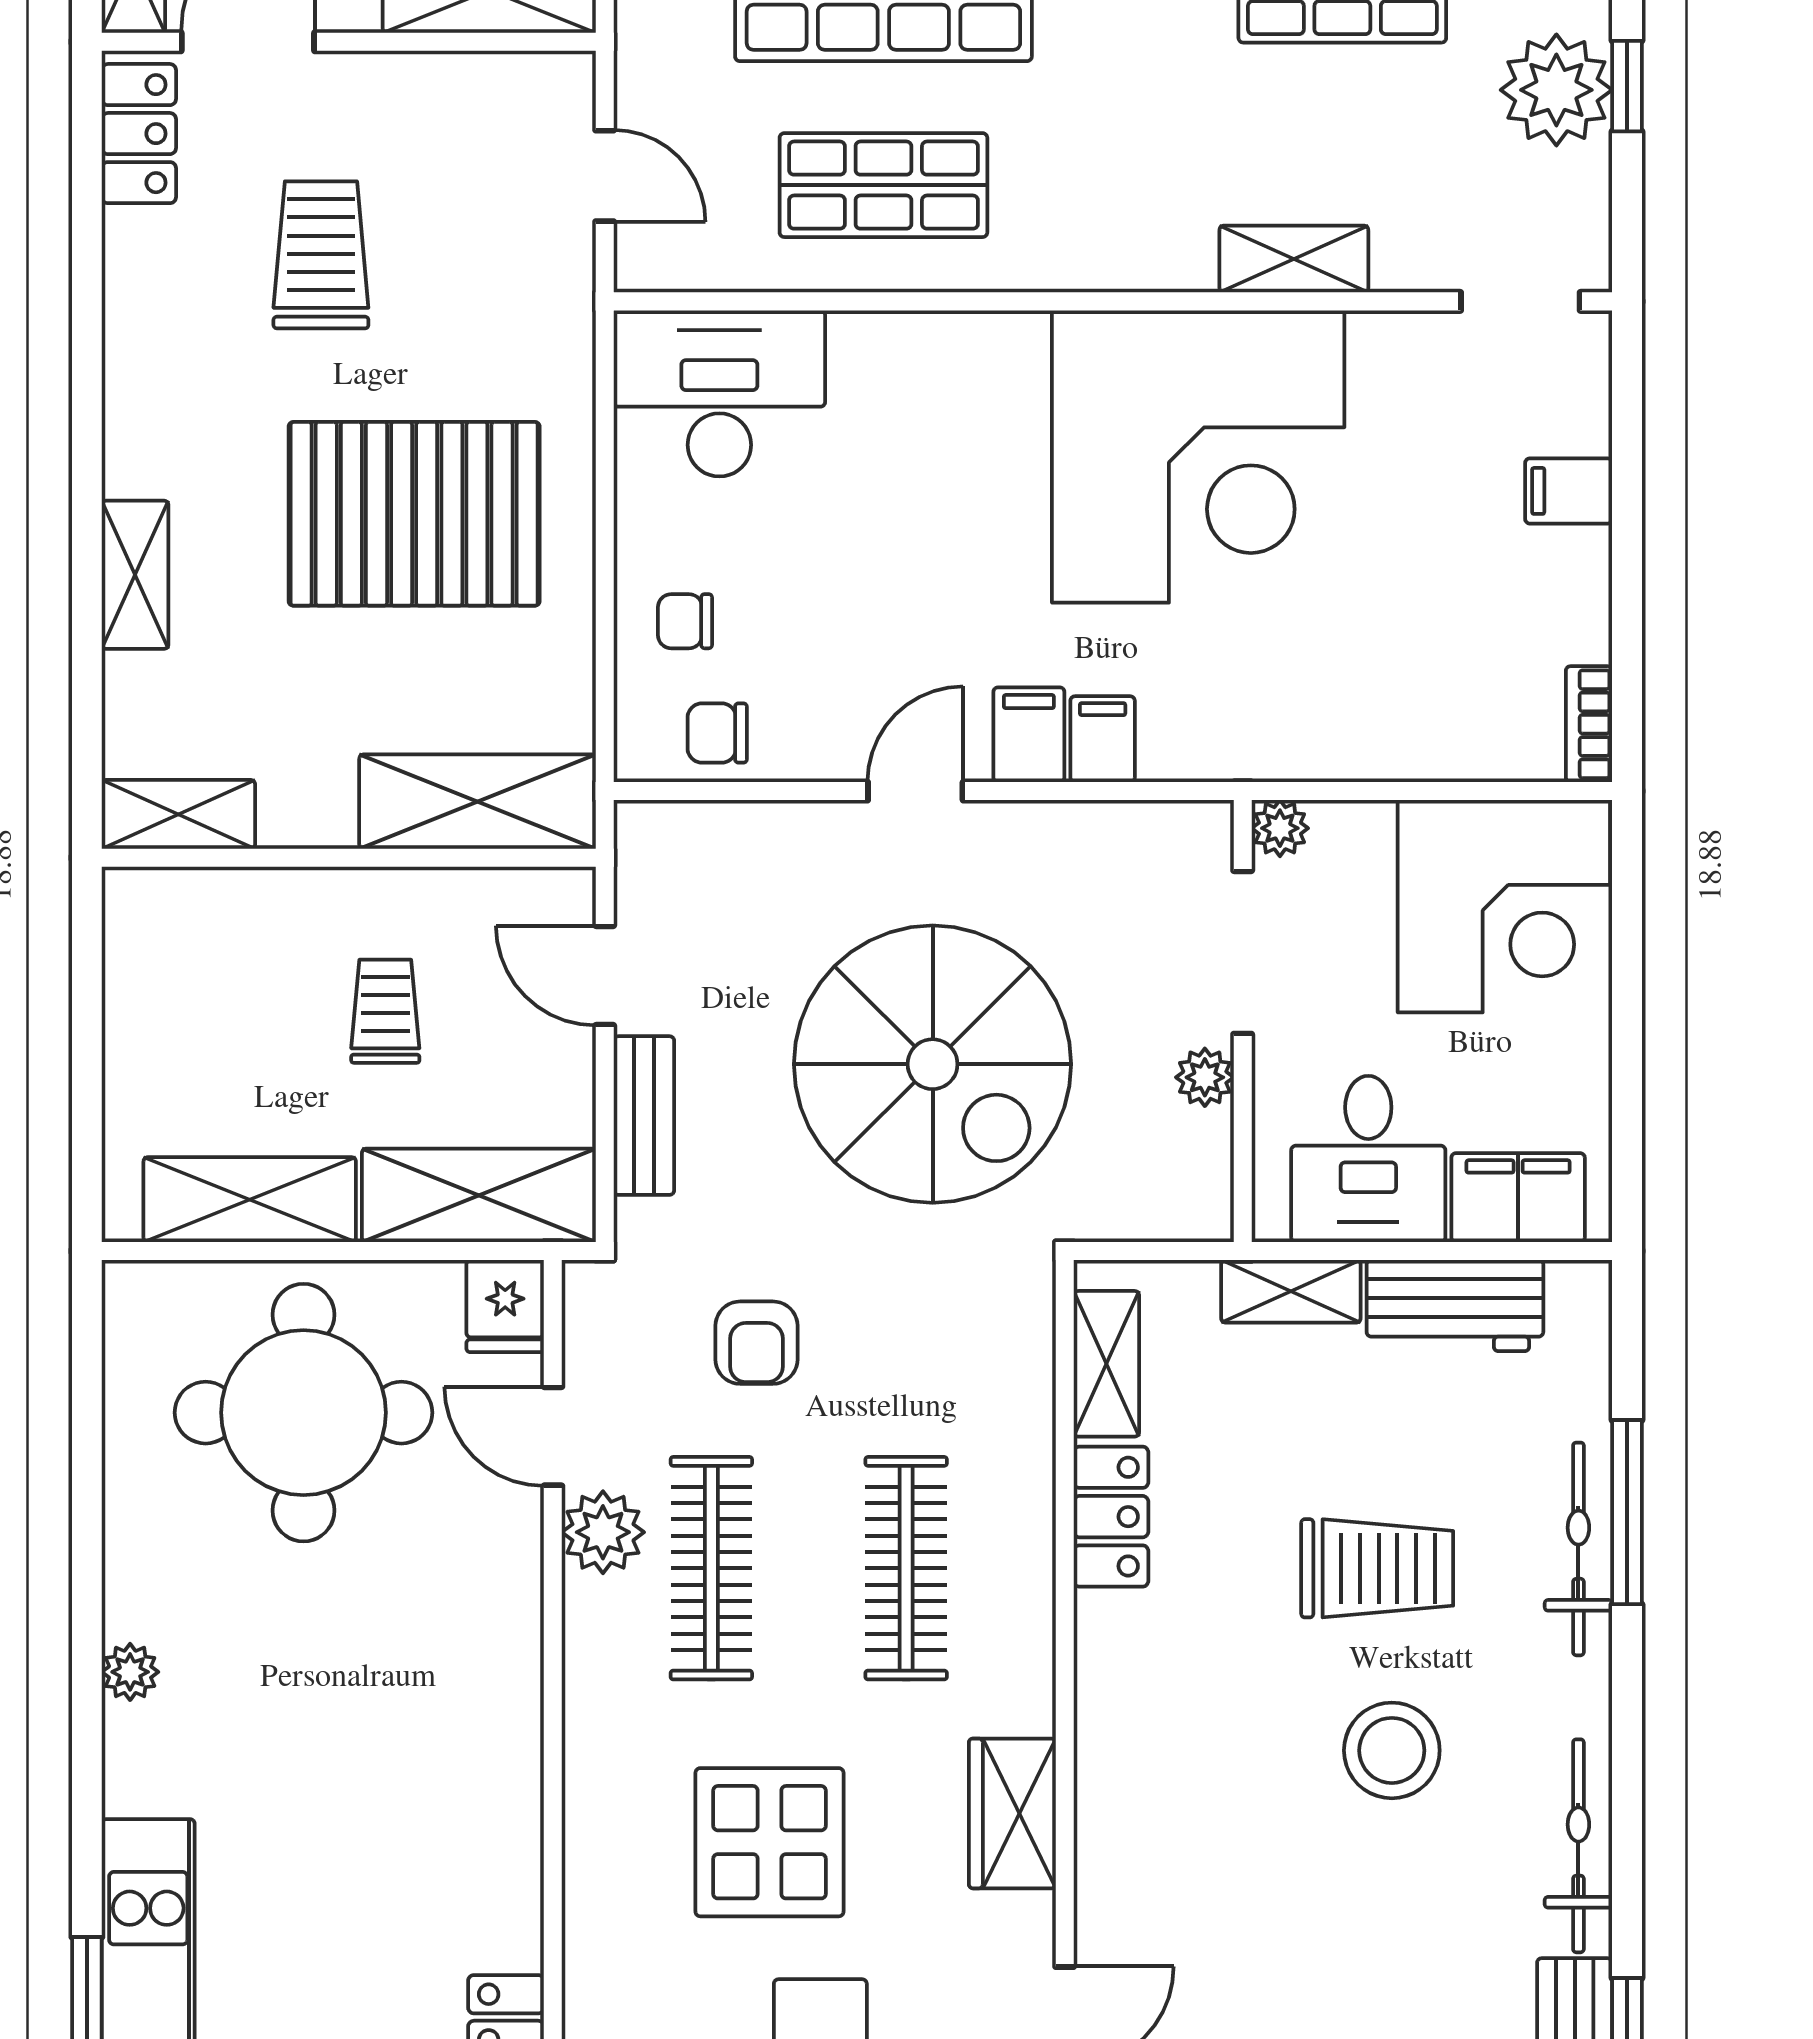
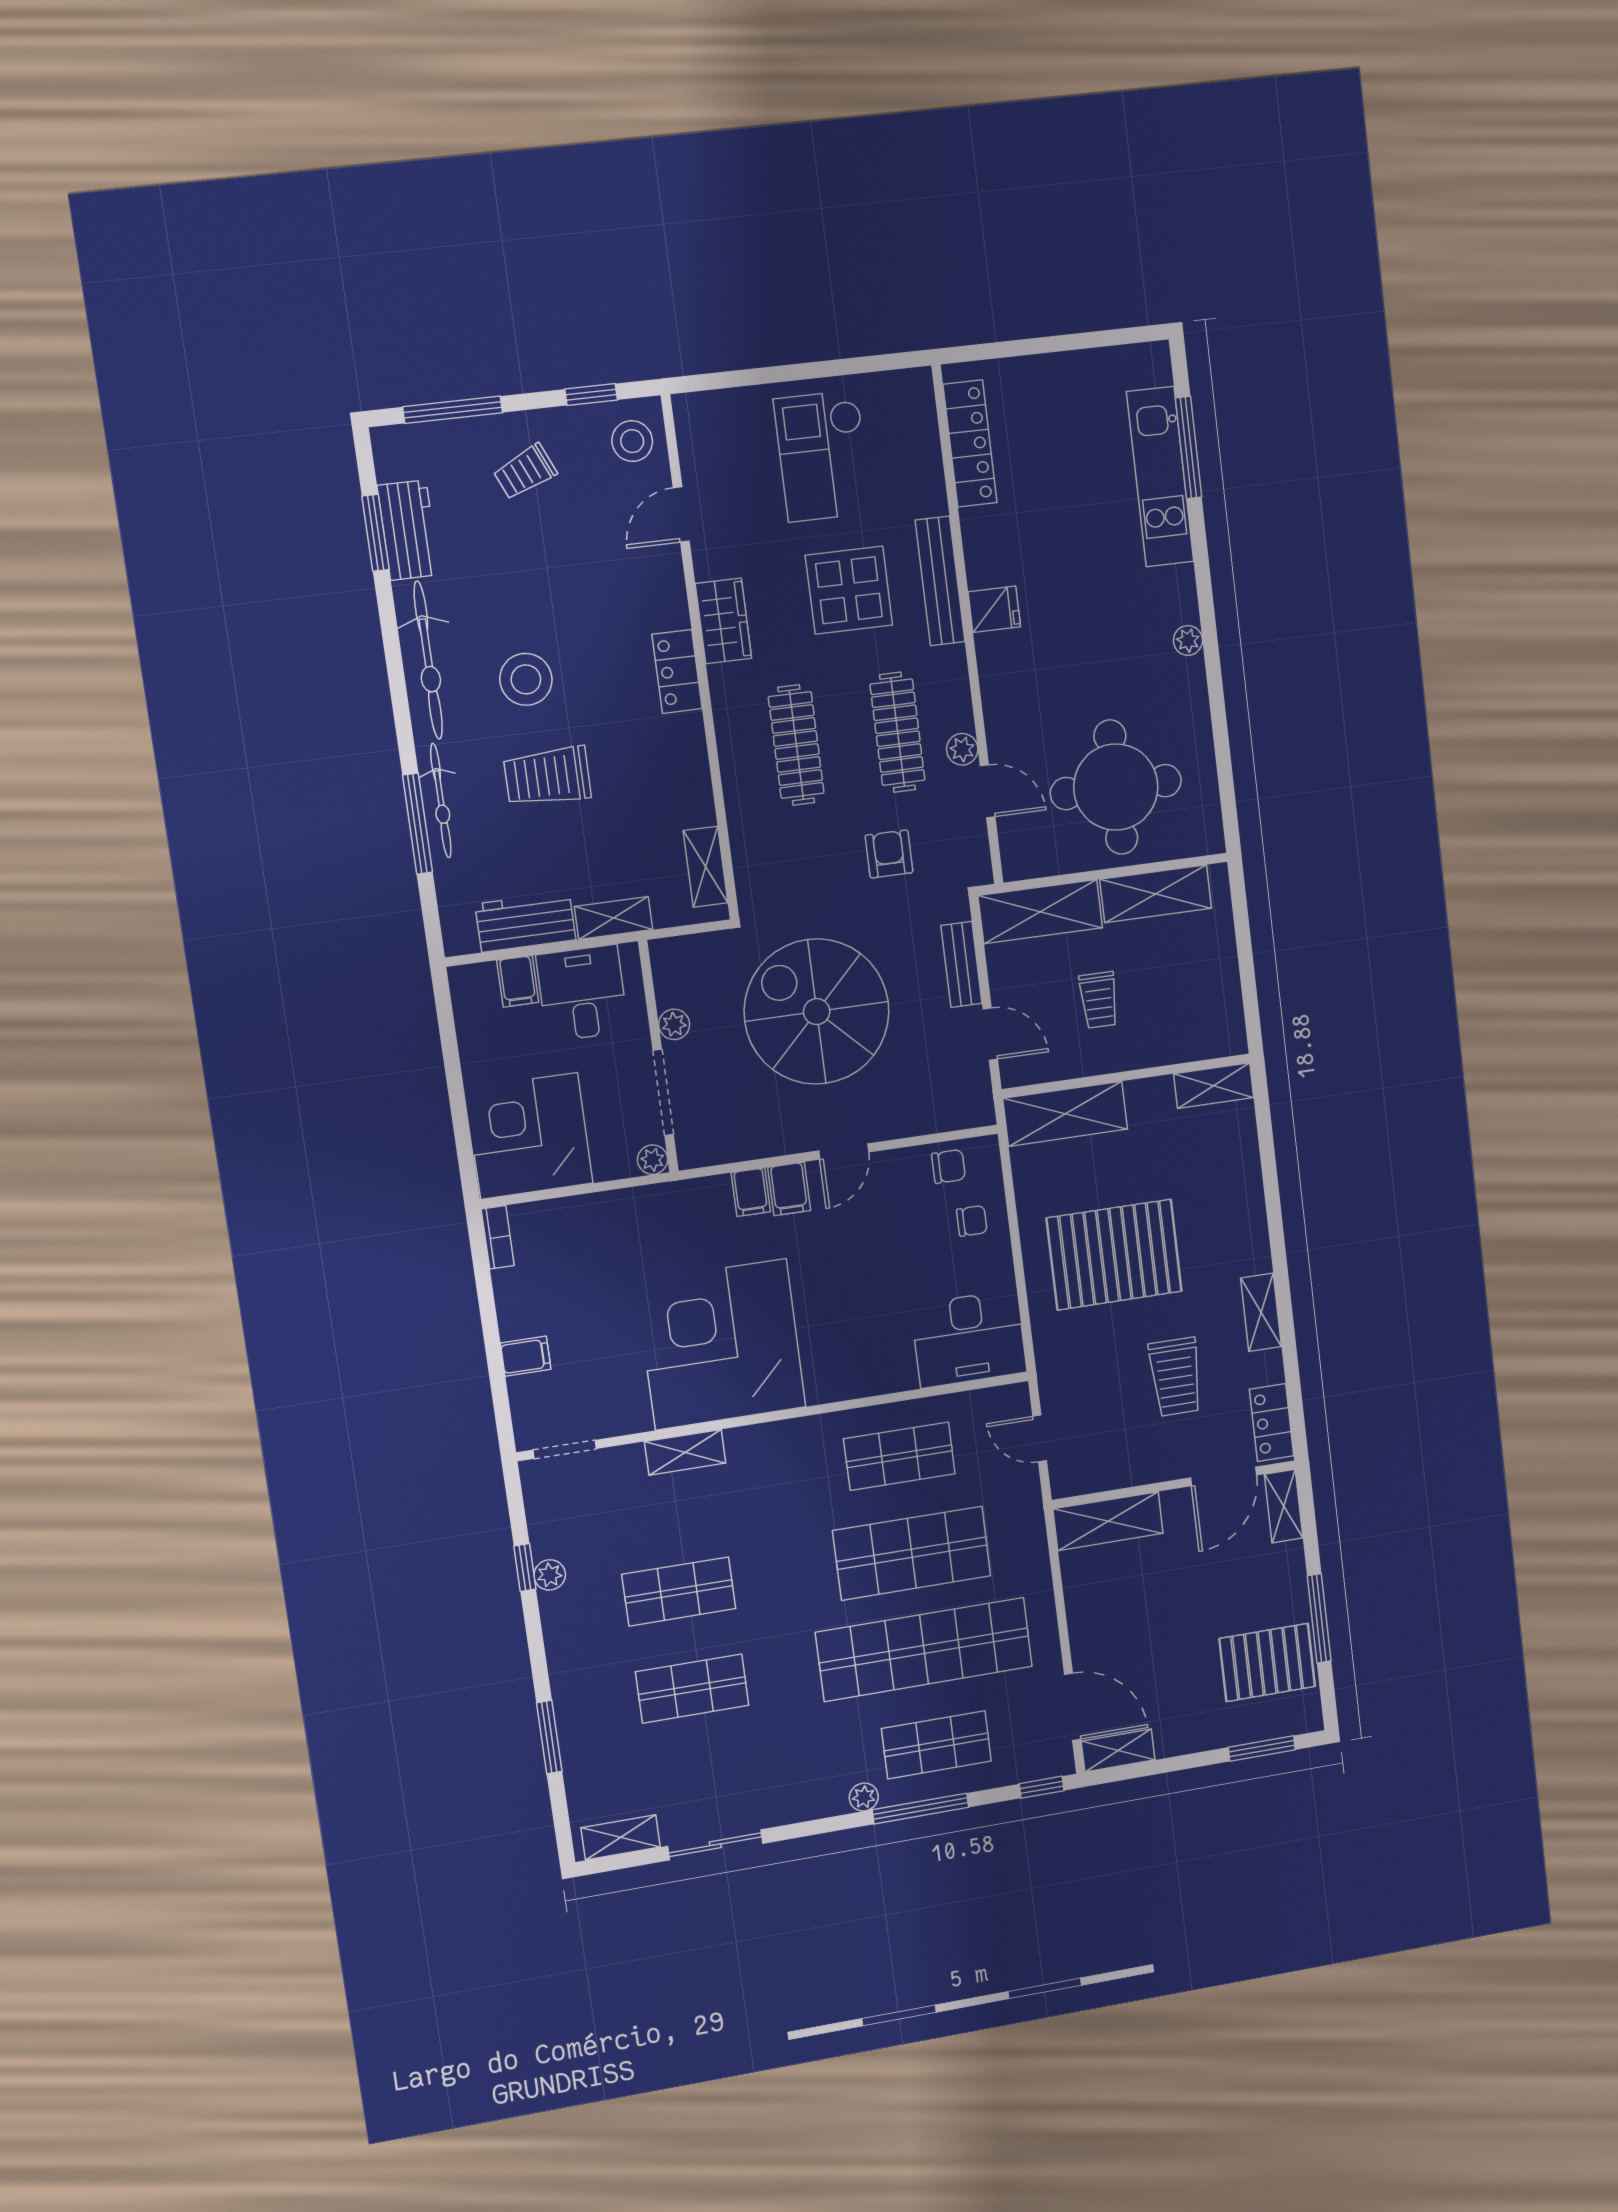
plant: (1556, 90) -> (550, 1575), width x0.53, depth x0.53
shelving: (135, 575) -> (1261, 1312), moved
filing cabinet: (1518, 1198) -> (518, 981), width x0.50
fridge: (505, 1306) -> (994, 609), moved, turned 90
locker: (1111, 1517) -> (677, 672), moved
plant: (603, 1532) -> (962, 749), width x0.73, depth x0.73
bench: (595, 1839) -> (940, 581), added
bicycle: (1578, 1846) -> (428, 660), width x1.37, depth x1.40

